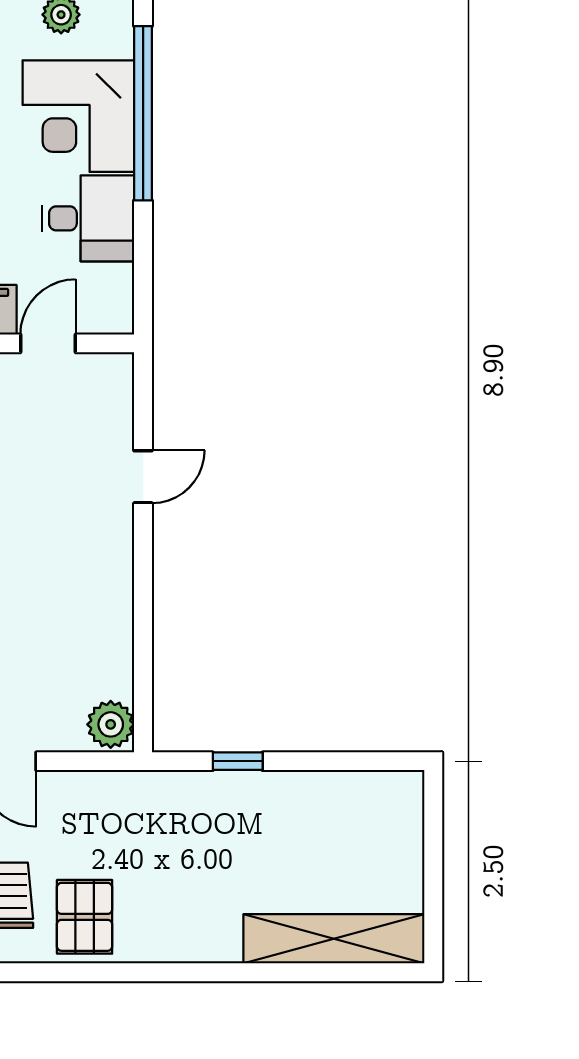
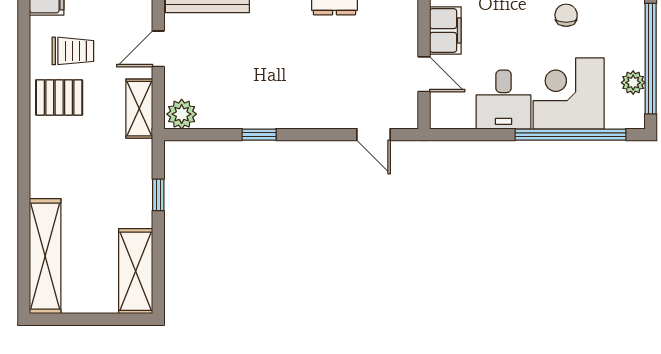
door: (143, 477) -> (374, 135), moved
window: (143, 603) -> (259, 135), added
shelving: (102, 791) -> (139, 109), added
shelving: (358, 797) -> (136, 271), added

